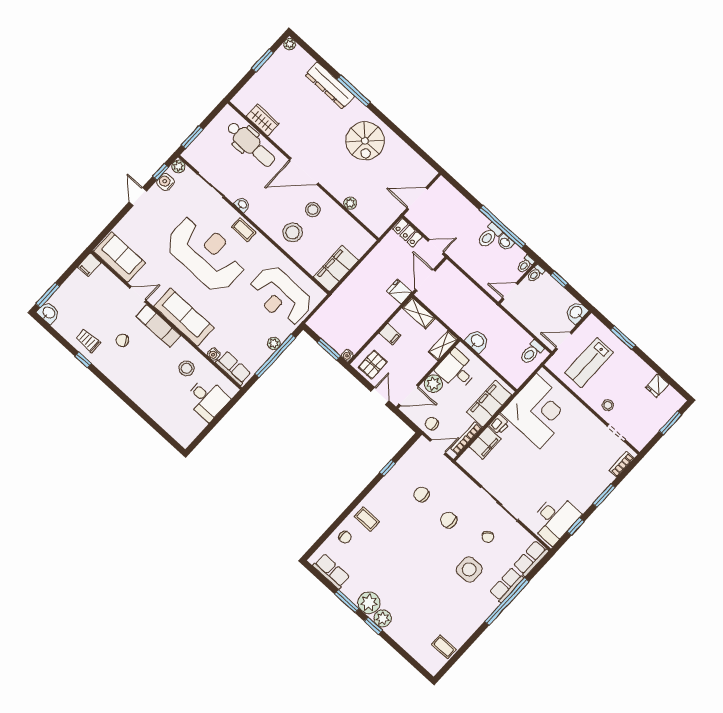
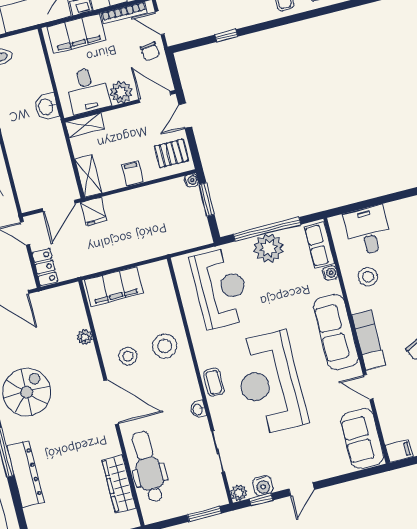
wardrobe: (263, 120) -> (119, 484), width x1.50
filing cabinet: (336, 269) -> (114, 287), moved
plant: (274, 343) -> (268, 248), width x1.87, depth x1.87

